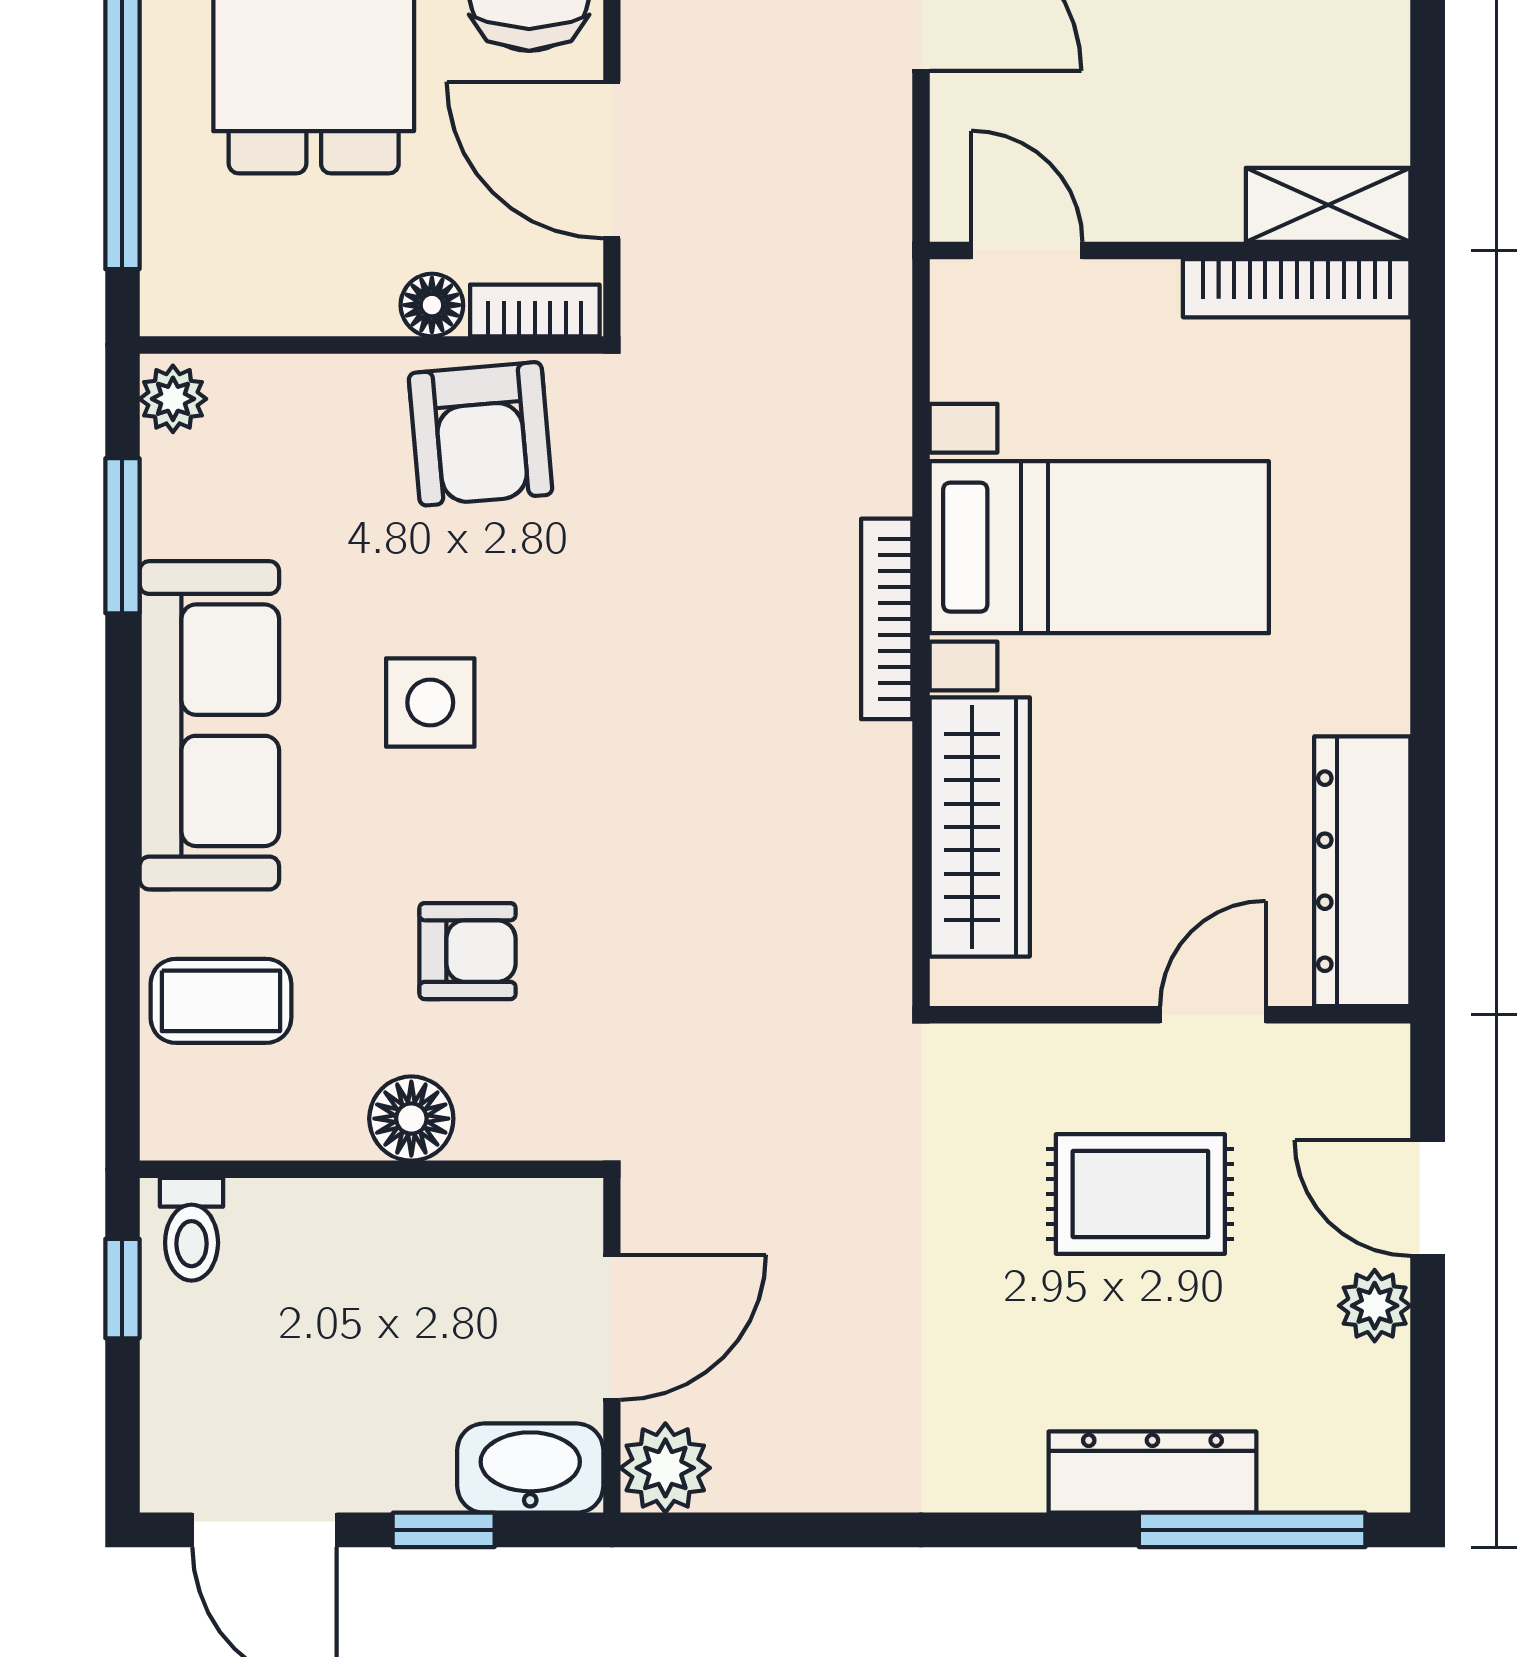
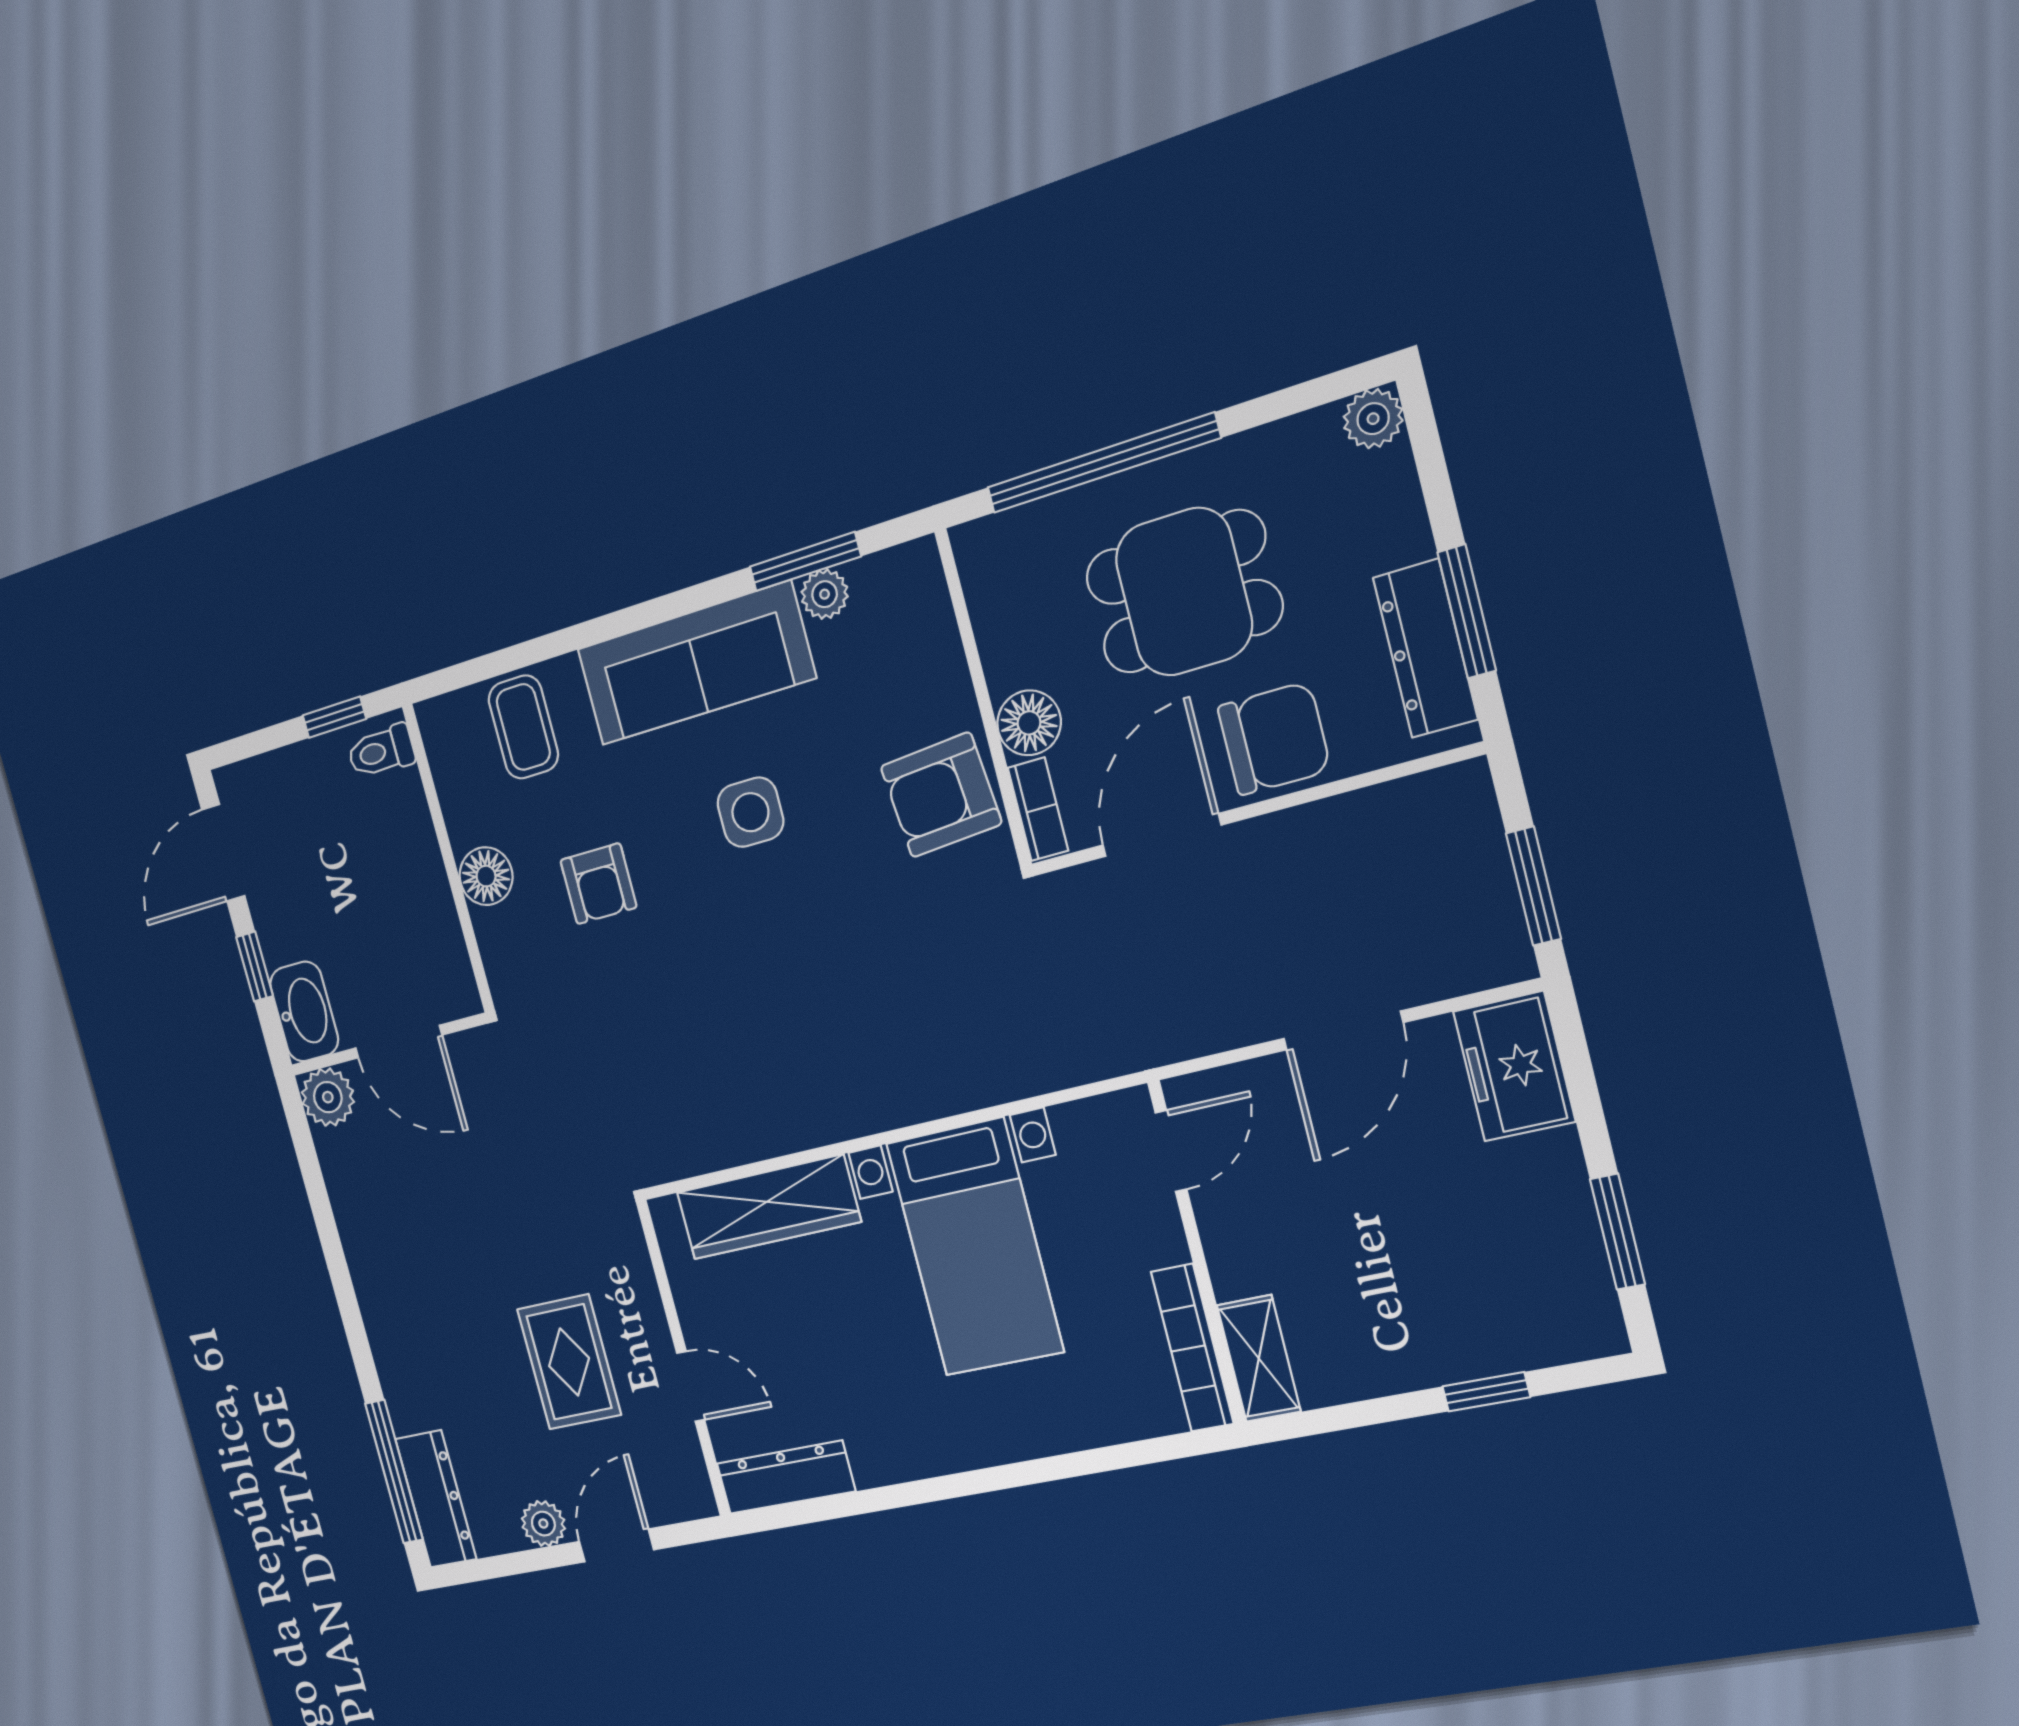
floor lamp: (432, 305) -> (1029, 723), width x1.37, depth x1.37
plant: (173, 399) -> (825, 594), moved
bookcase: (887, 619) -> (888, 1112), removed
dresser: (1362, 871) -> (786, 1477), width x0.73, depth x0.80
dresser: (1152, 1472) -> (436, 1499), moved

